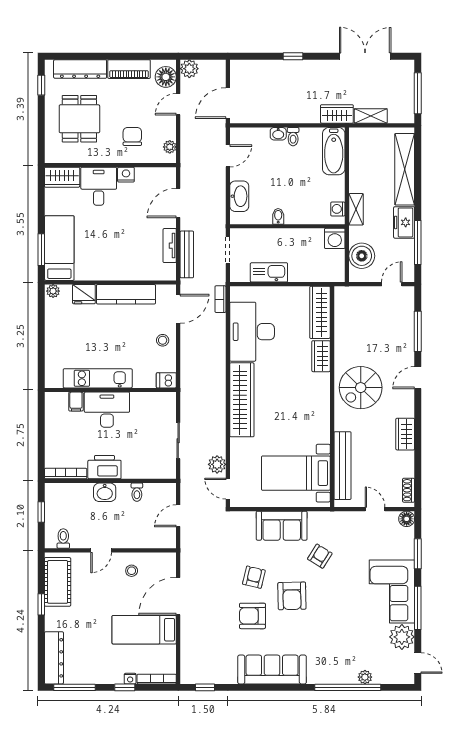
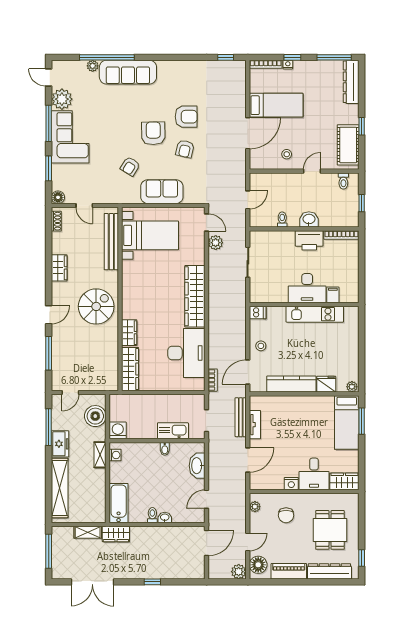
kitchen sink: (269, 272) -> (173, 431), moved, turned 180
sofa: (272, 670) -> (128, 72), moved

